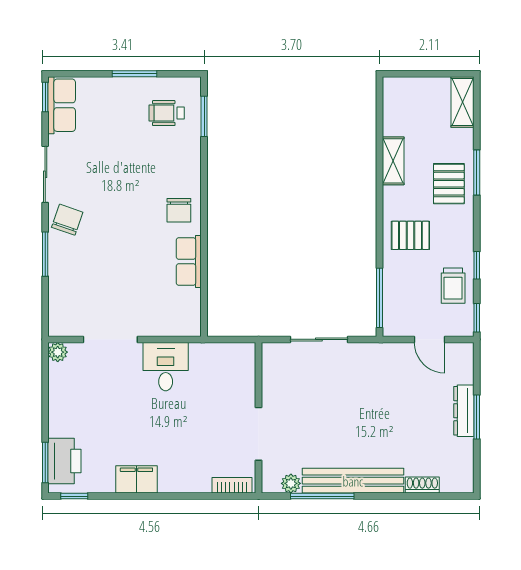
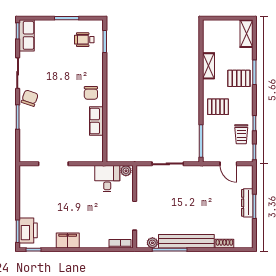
pallet: (449, 184) -> (239, 78), turned 90
plant: (58, 352) -> (126, 171), moved
desk: (166, 367) -> (107, 179), moved

